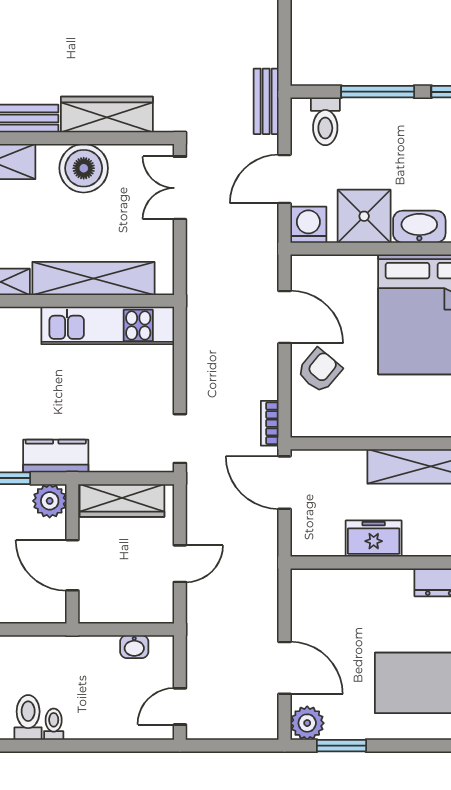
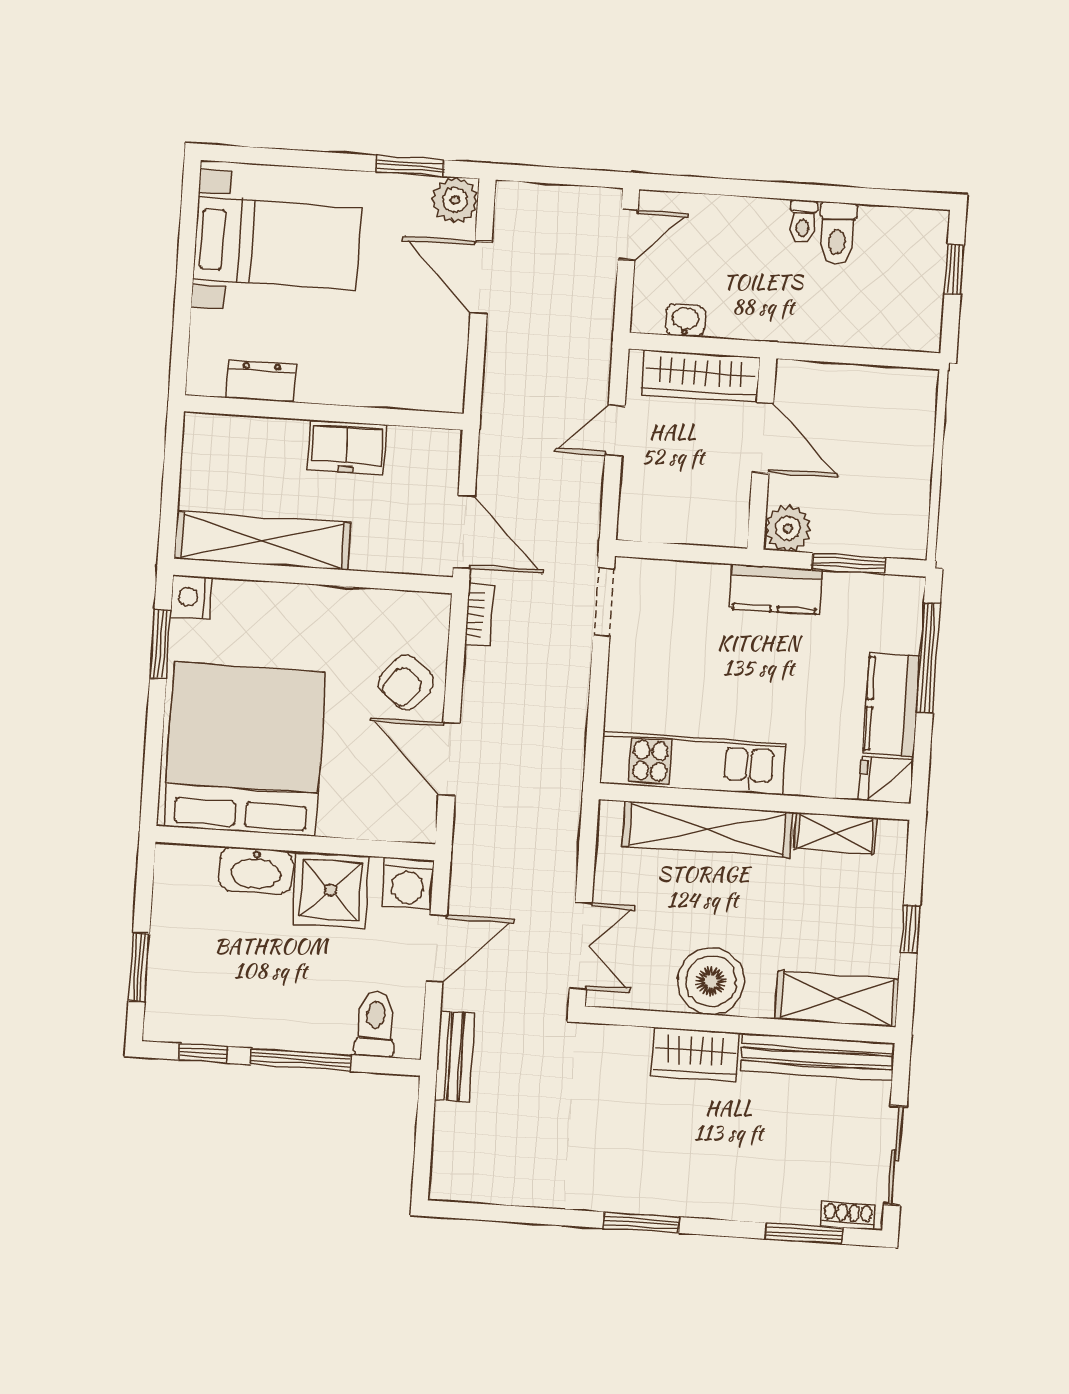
wardrobe: (107, 115) -> (695, 1054), width x0.67
wardrobe: (122, 500) -> (700, 376), moved, turned 180

